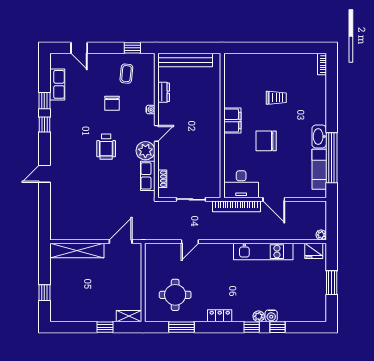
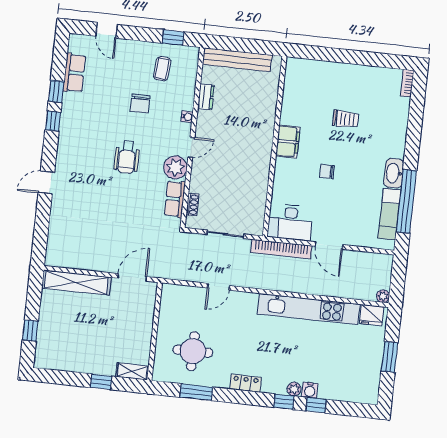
chair: (266, 141) -> (327, 172), width x0.54, depth x0.54
kitchen unit: (263, 252) -> (309, 309), width x1.36

